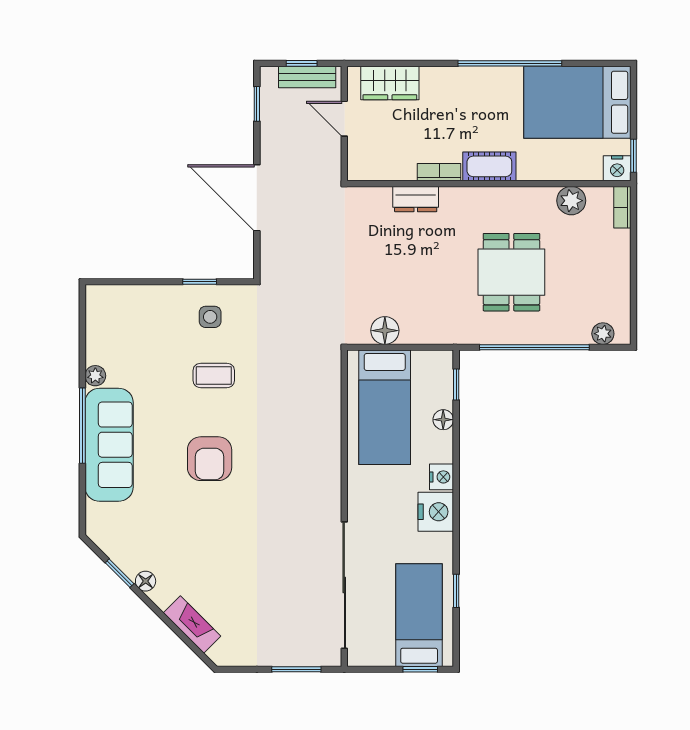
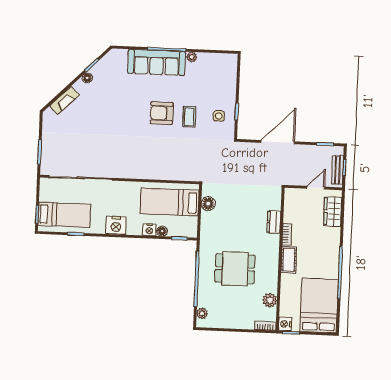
armchair: (210, 459) -> (162, 113), moved
nightstand: (441, 477) -> (149, 230), moved

